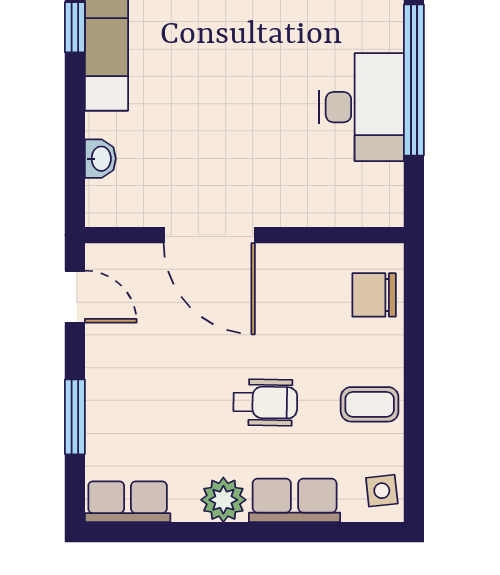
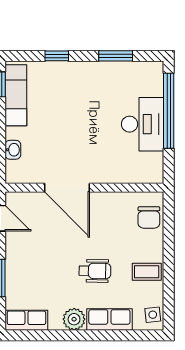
chair: (374, 295) -> (149, 217), turned -90

